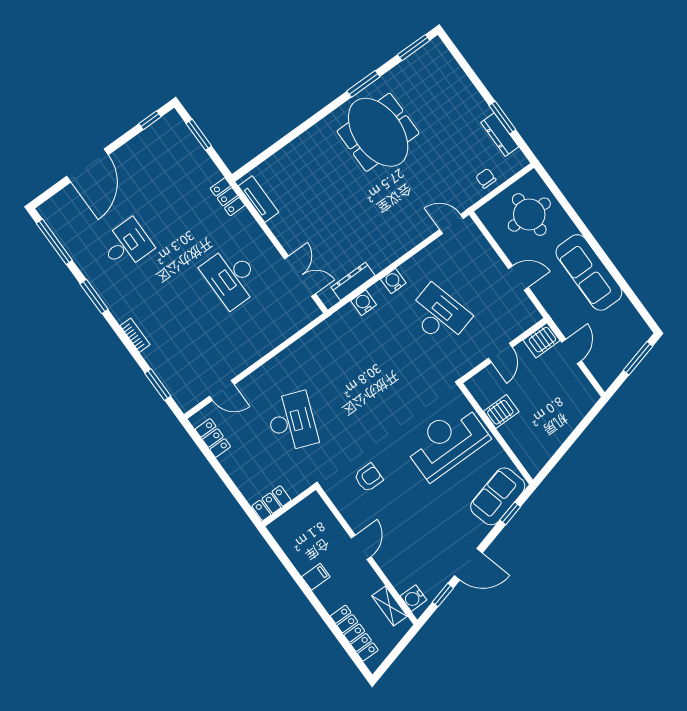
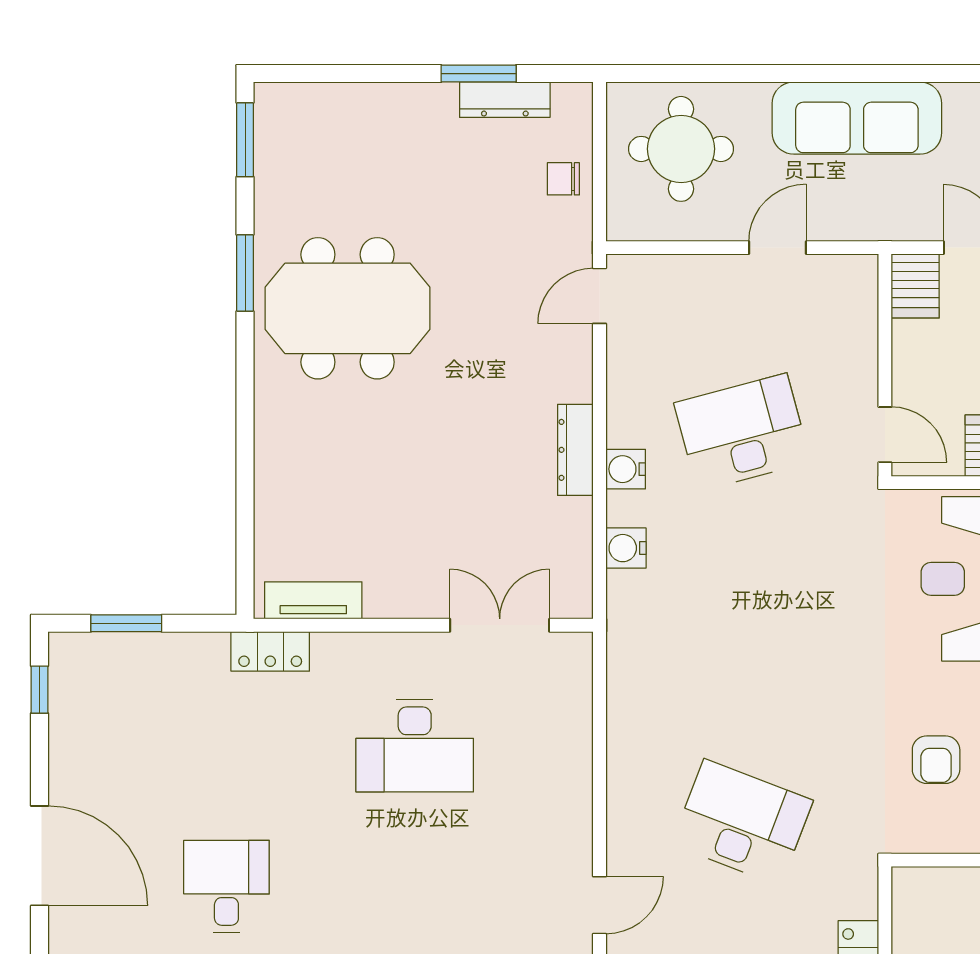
dresser: (353, 281) -> (575, 450), moved
door: (500, 353) -> (885, 435), moved
armchair: (368, 478) -> (936, 760), turned 180

